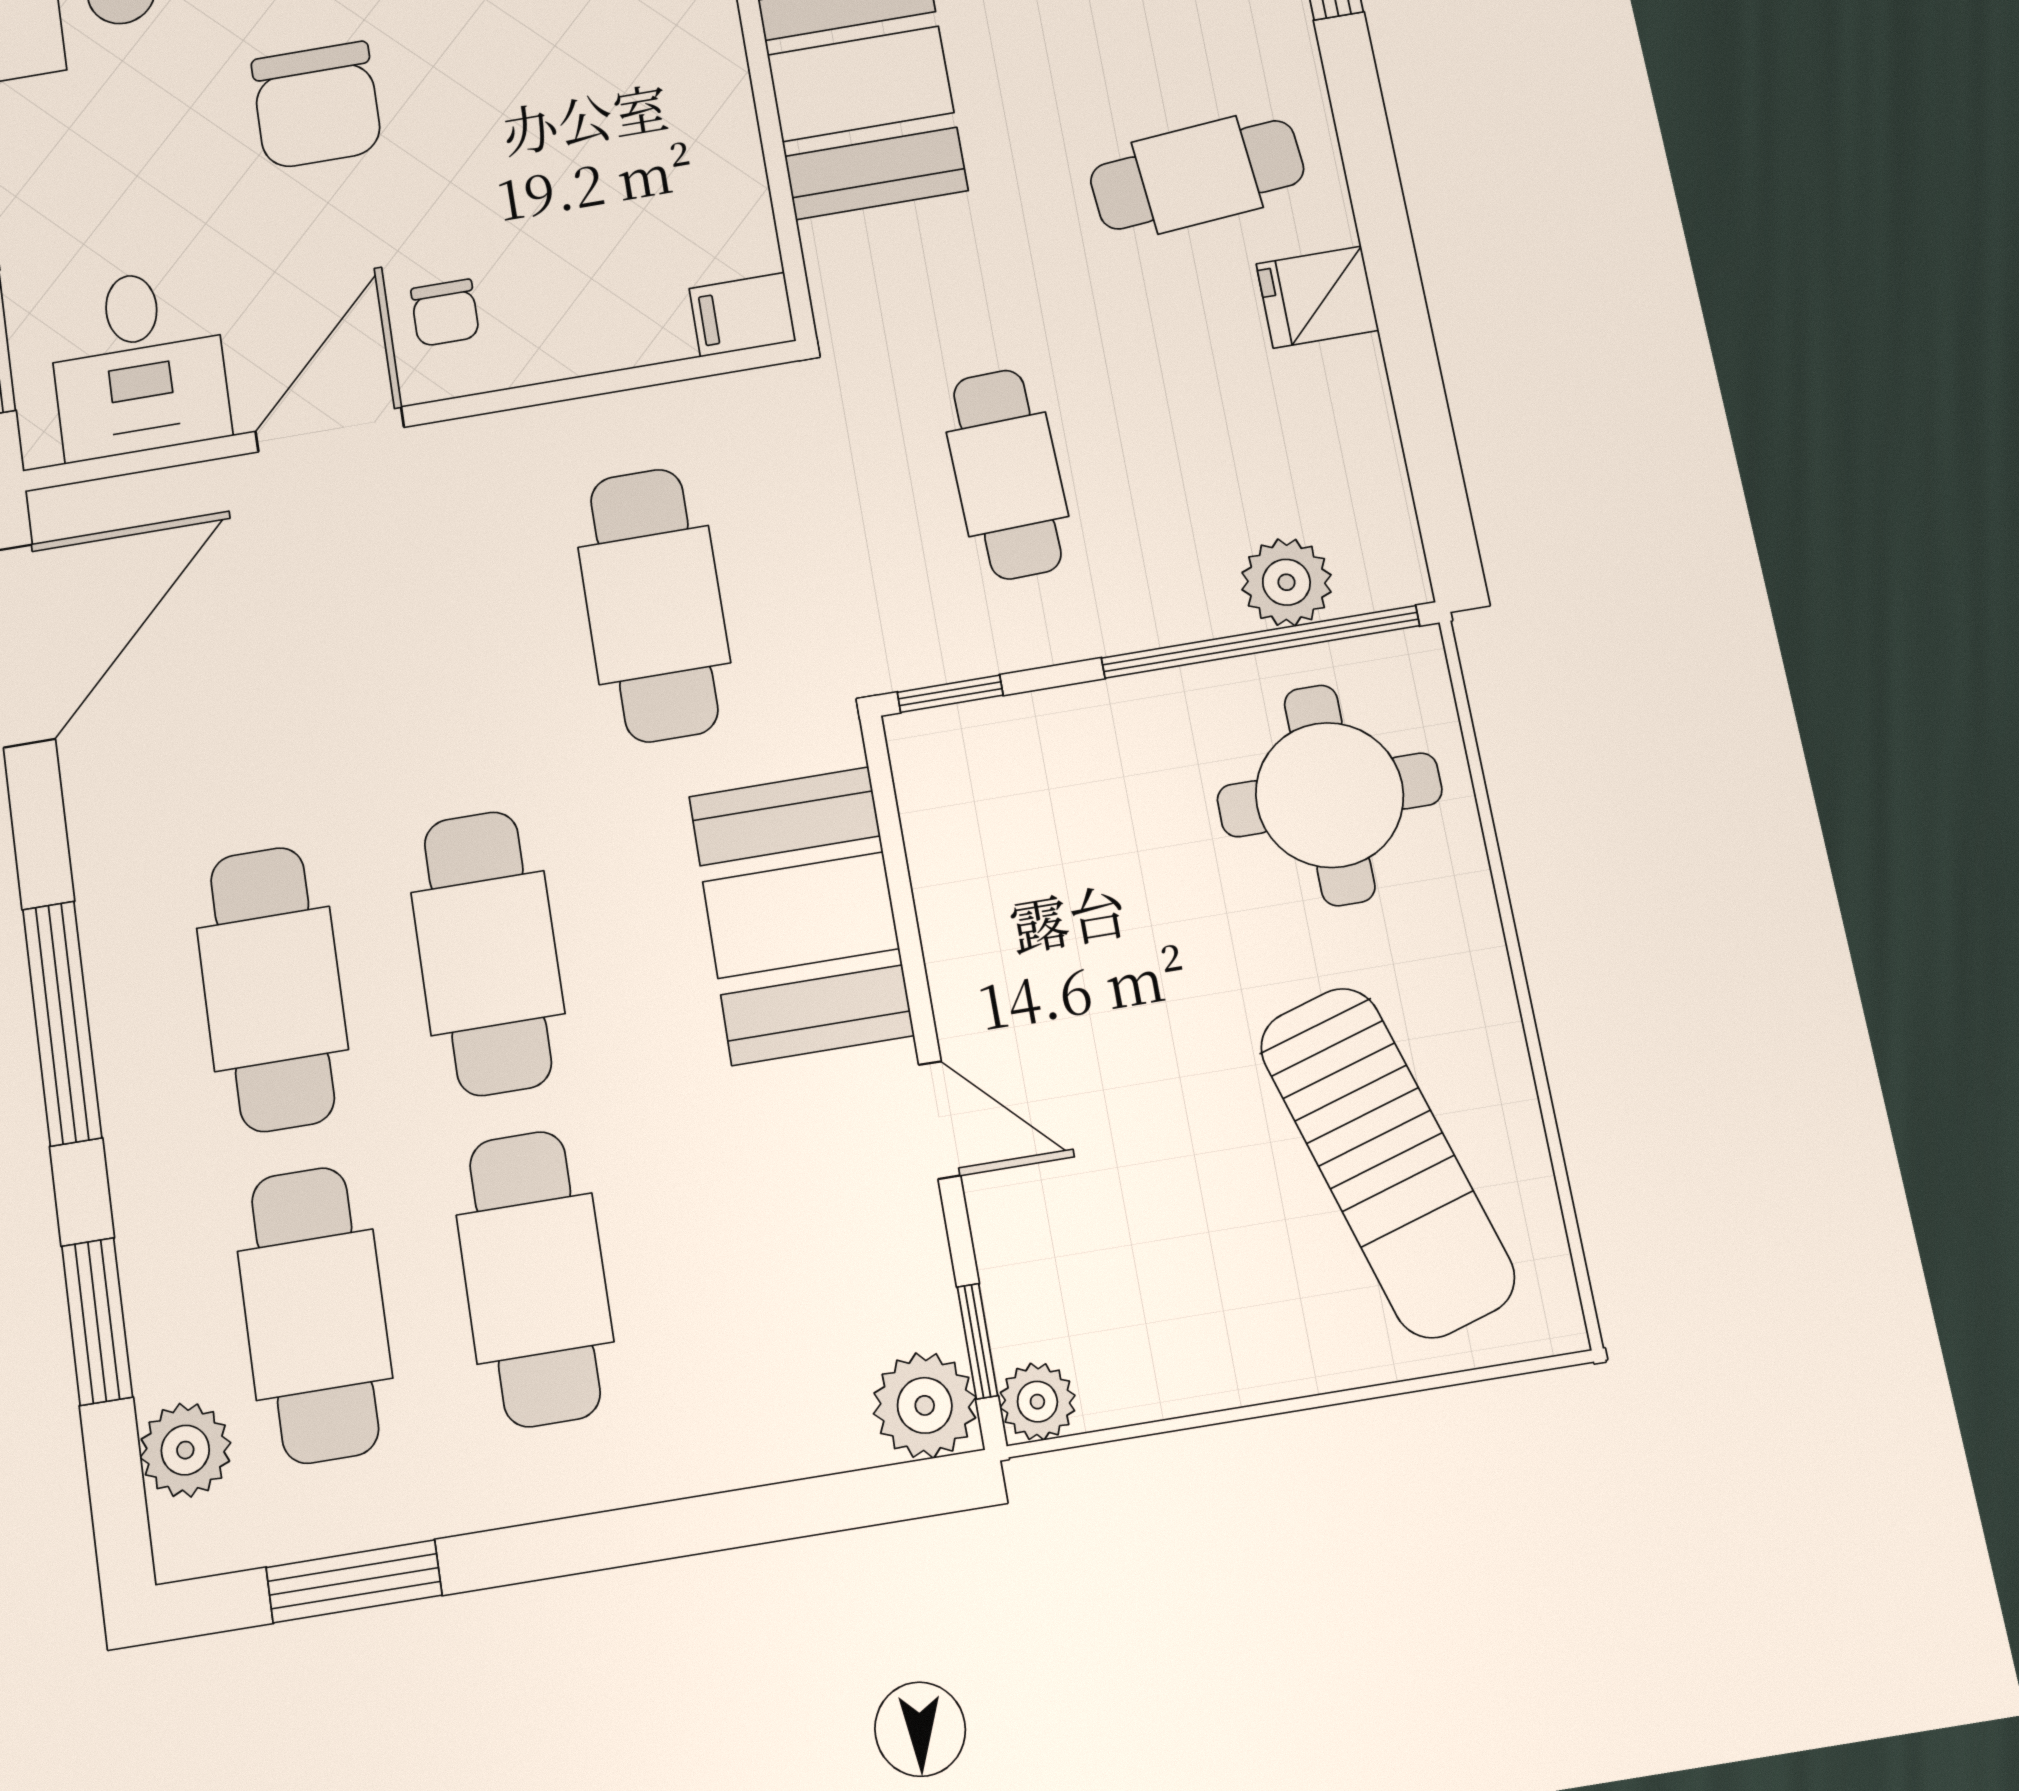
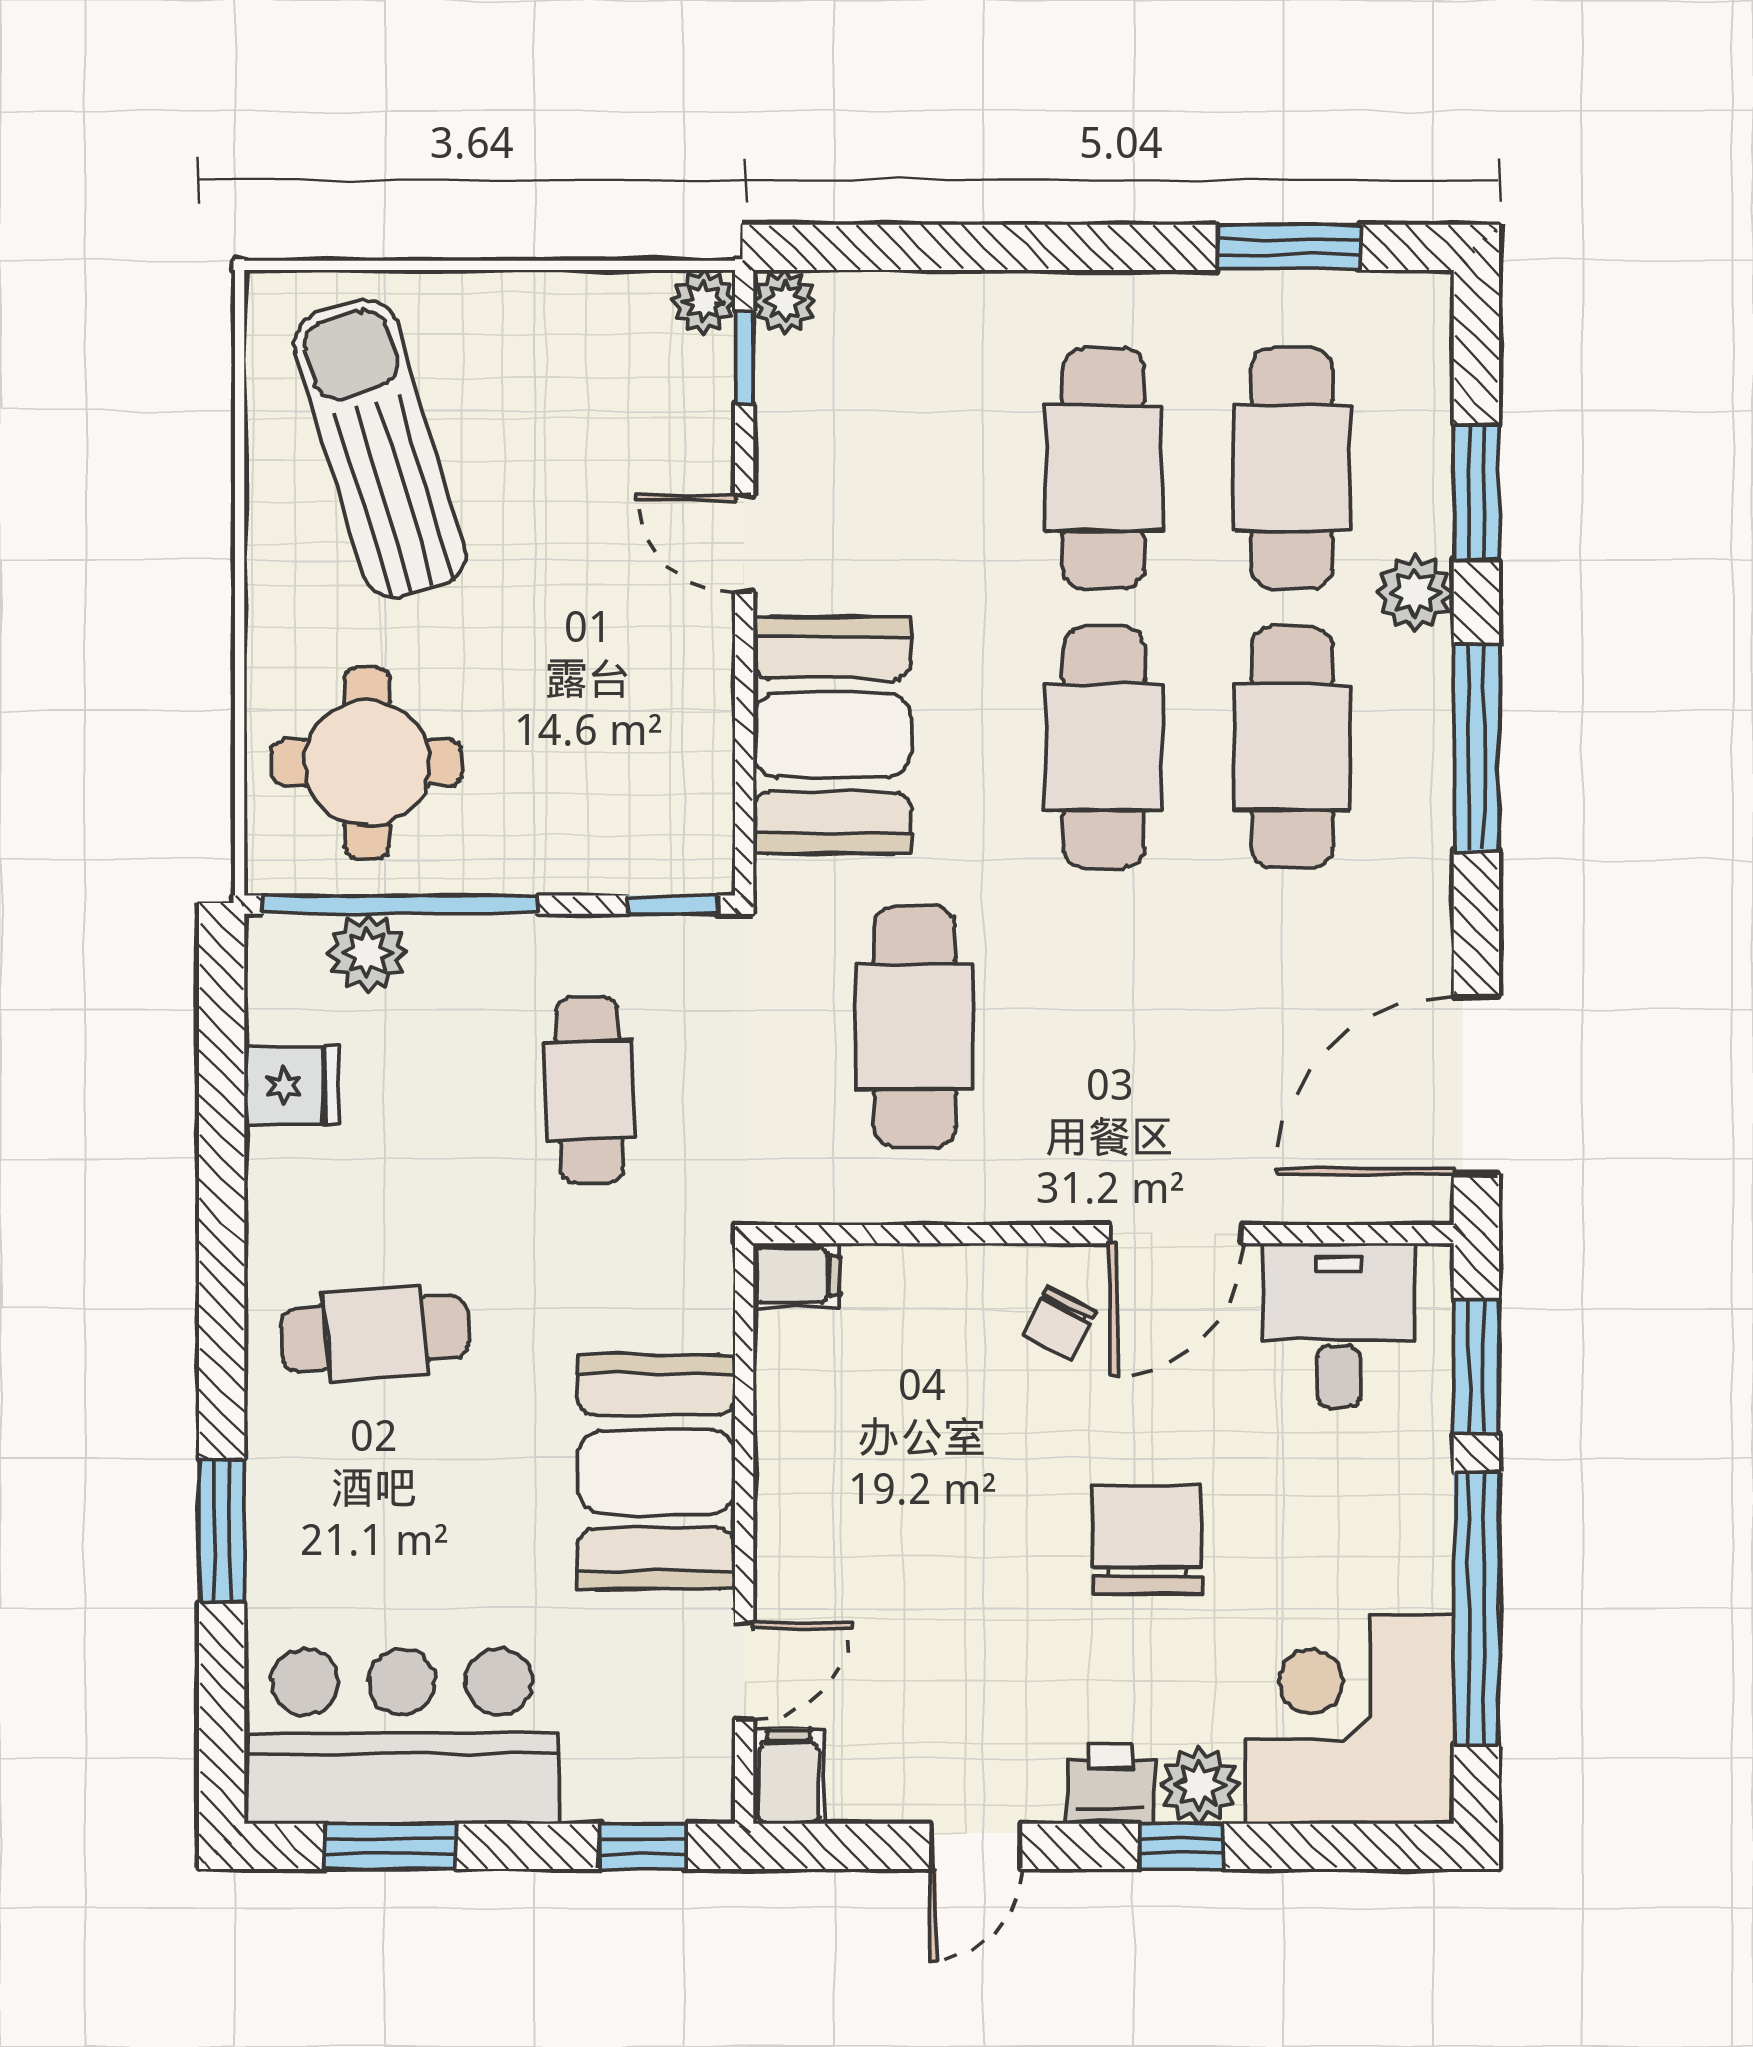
fridge: (1317, 297) -> (291, 1086), moved
chair: (445, 313) -> (1059, 1324), turned -151
plant: (925, 1405) -> (785, 301), width x0.73, depth x0.73
plant: (185, 1450) -> (1415, 593), moved

